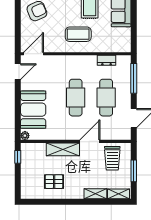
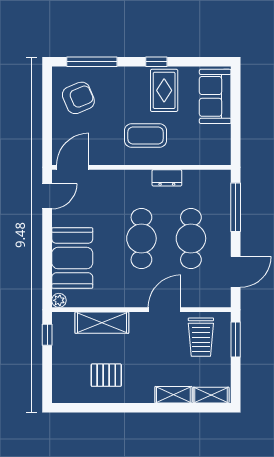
dresser: (107, 60) -> (167, 178), moved
shelving: (63, 149) -> (102, 323), moved
window: (134, 171) -> (236, 340), moved

